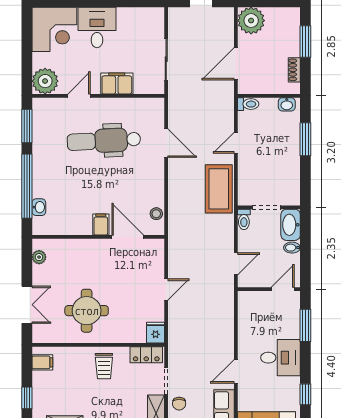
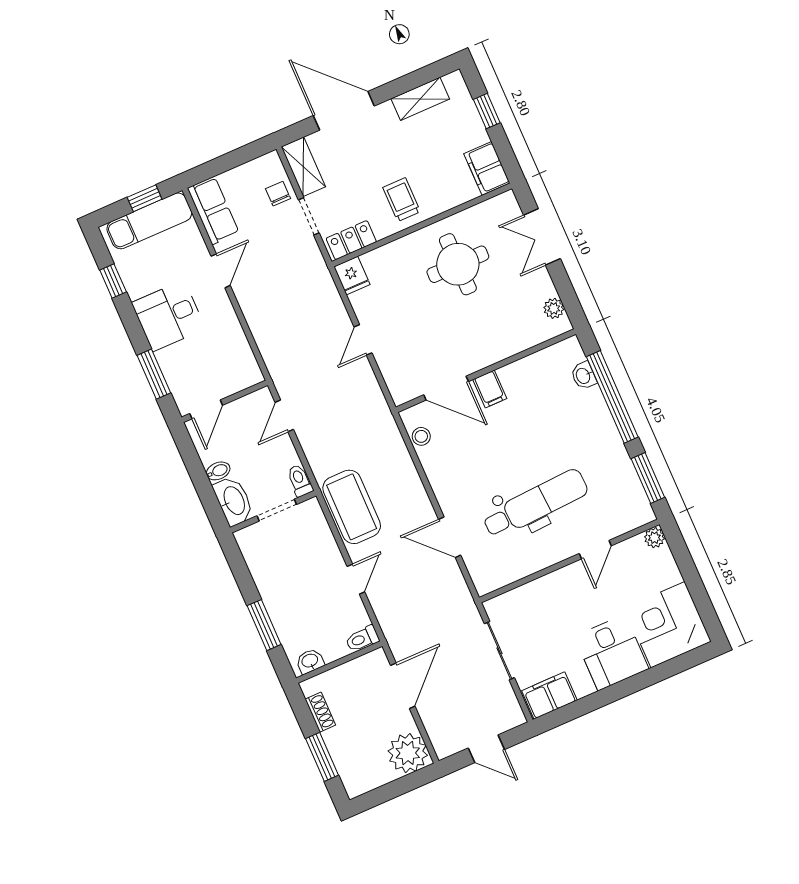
plant: (45, 81) -> (654, 538), width x0.53, depth x0.53
filing cabinet: (117, 83) -> (549, 696), moved, turned 180
filing cabinet: (42, 362) -> (487, 168), width x2.00

